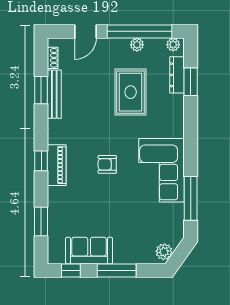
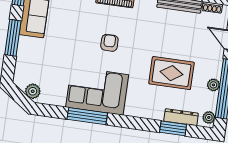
window: (191, 198) -> (87, 116), moved
plant: (164, 252) -> (33, 91), moved

